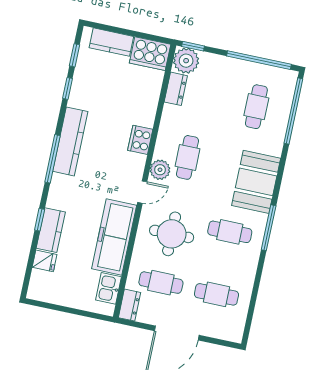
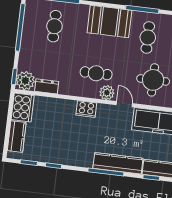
cafe table: (256, 107) -> (54, 26), turned 90
kitchen counter: (70, 141) -> (118, 163), moved

